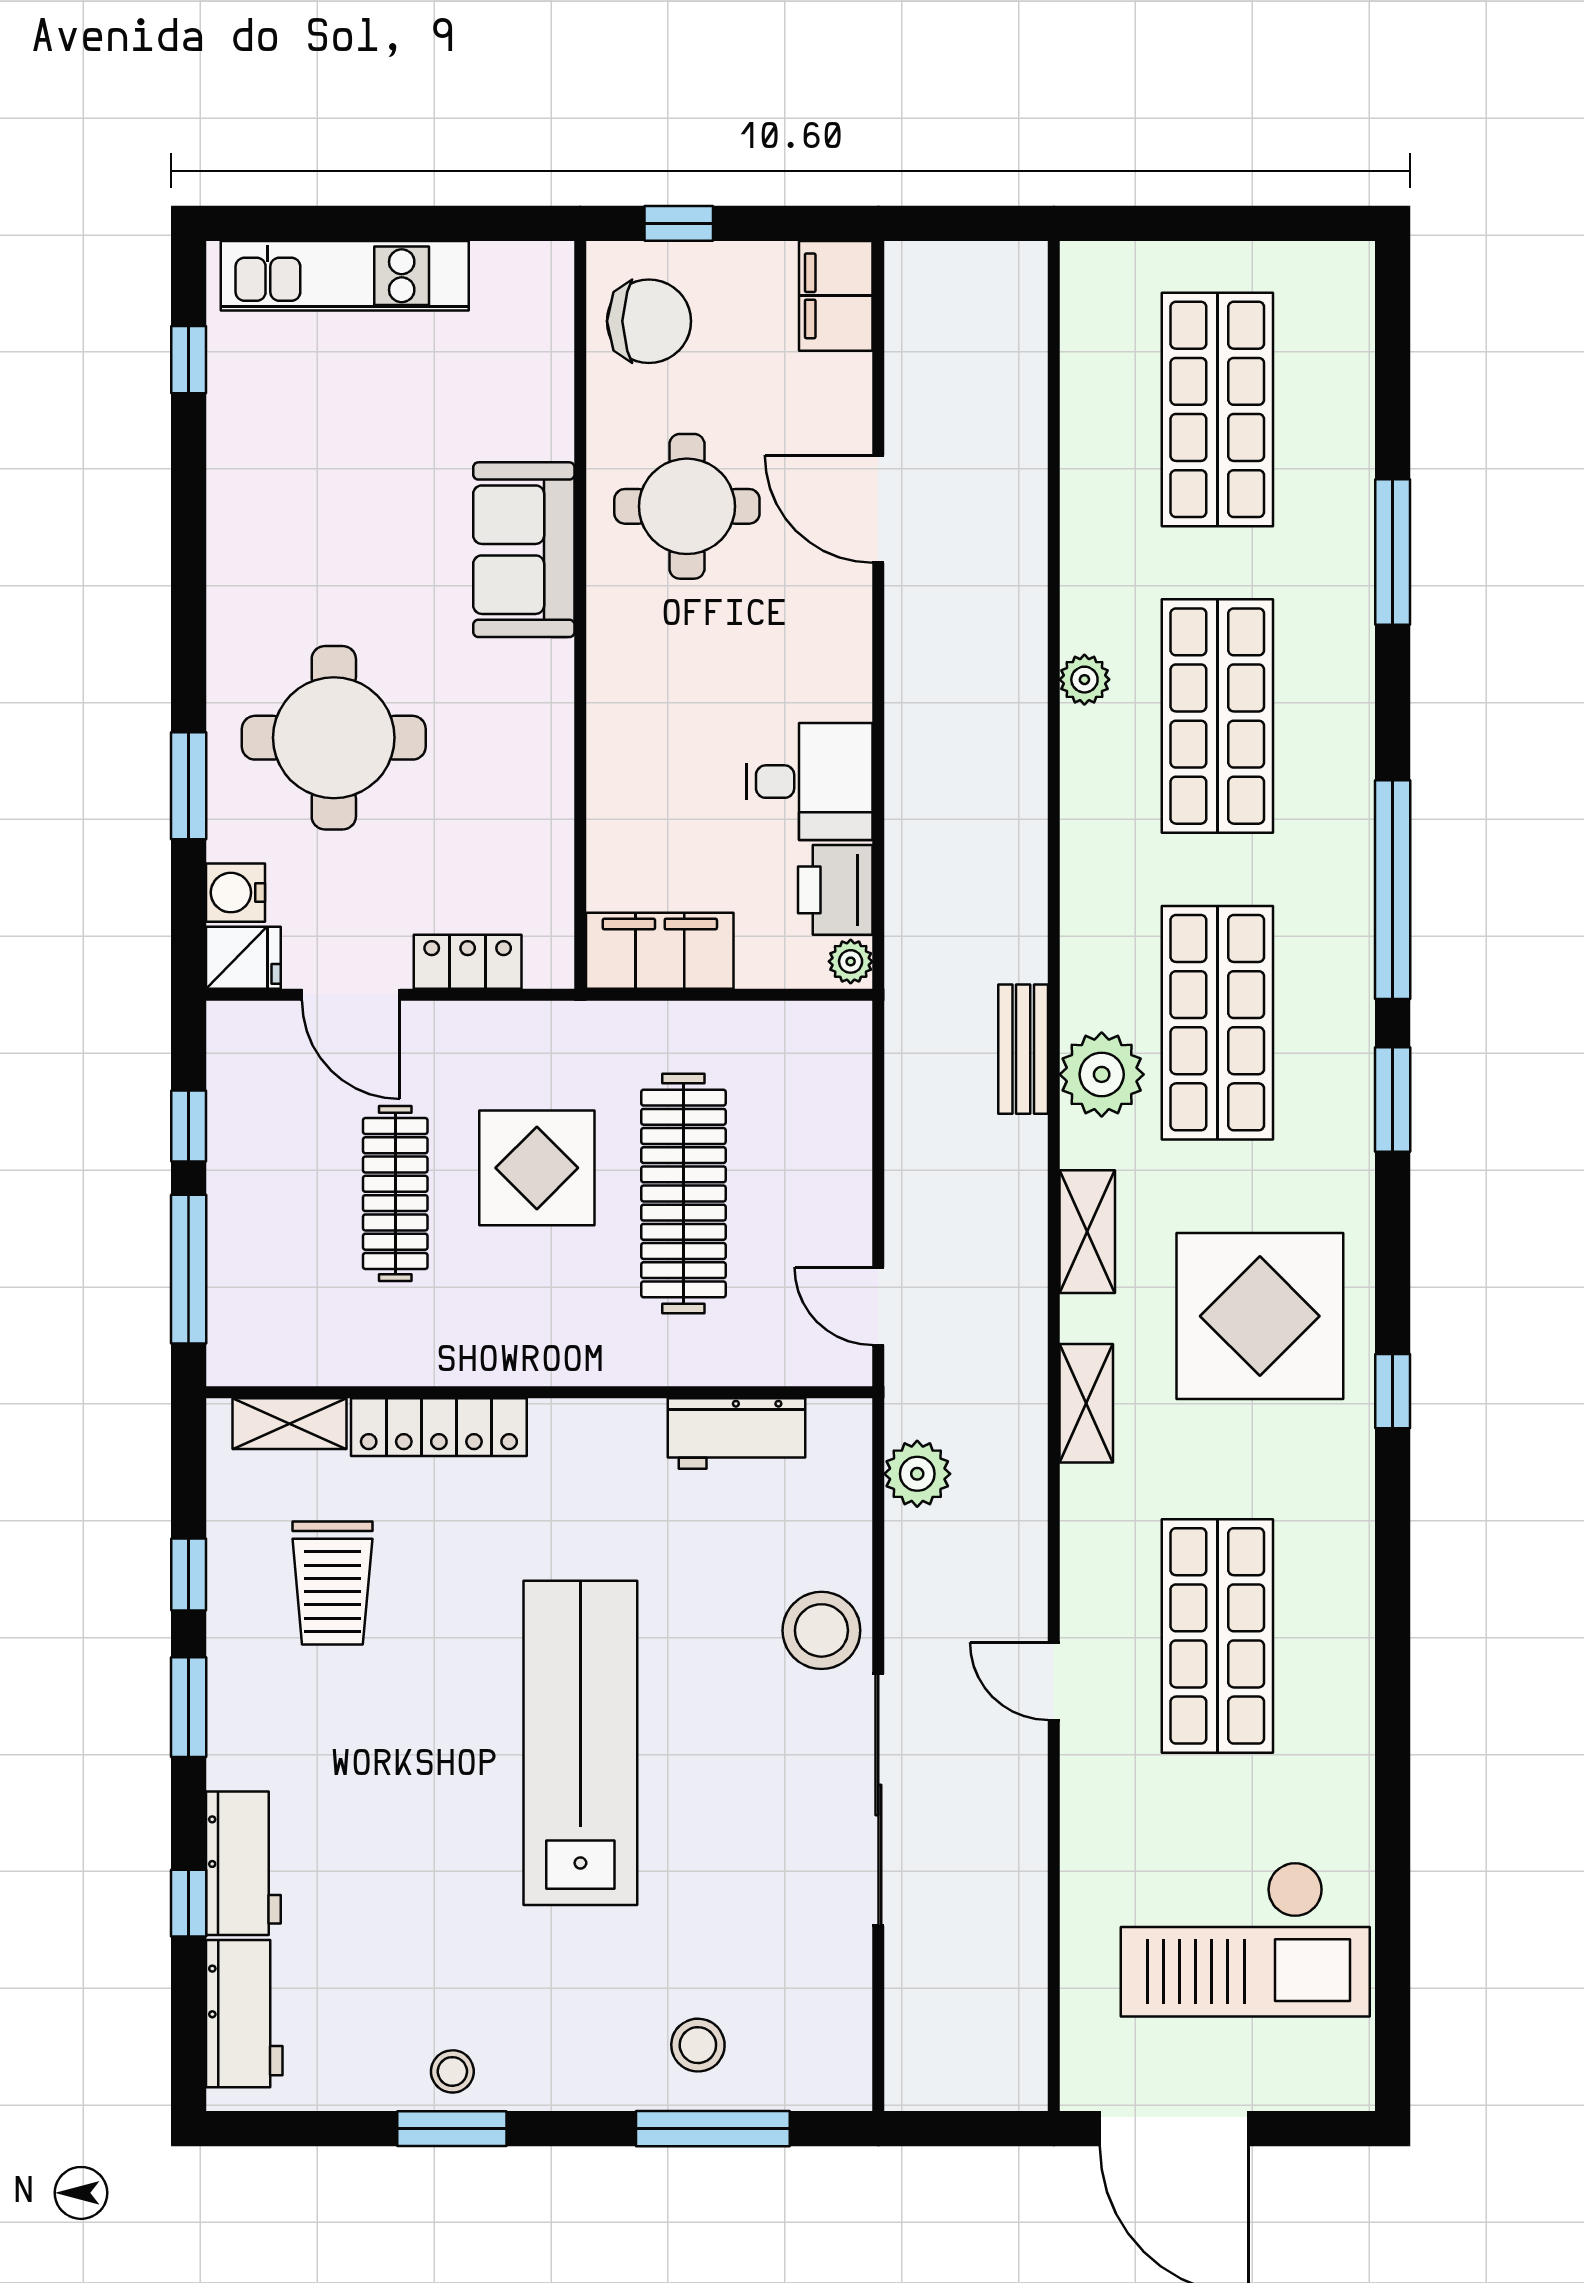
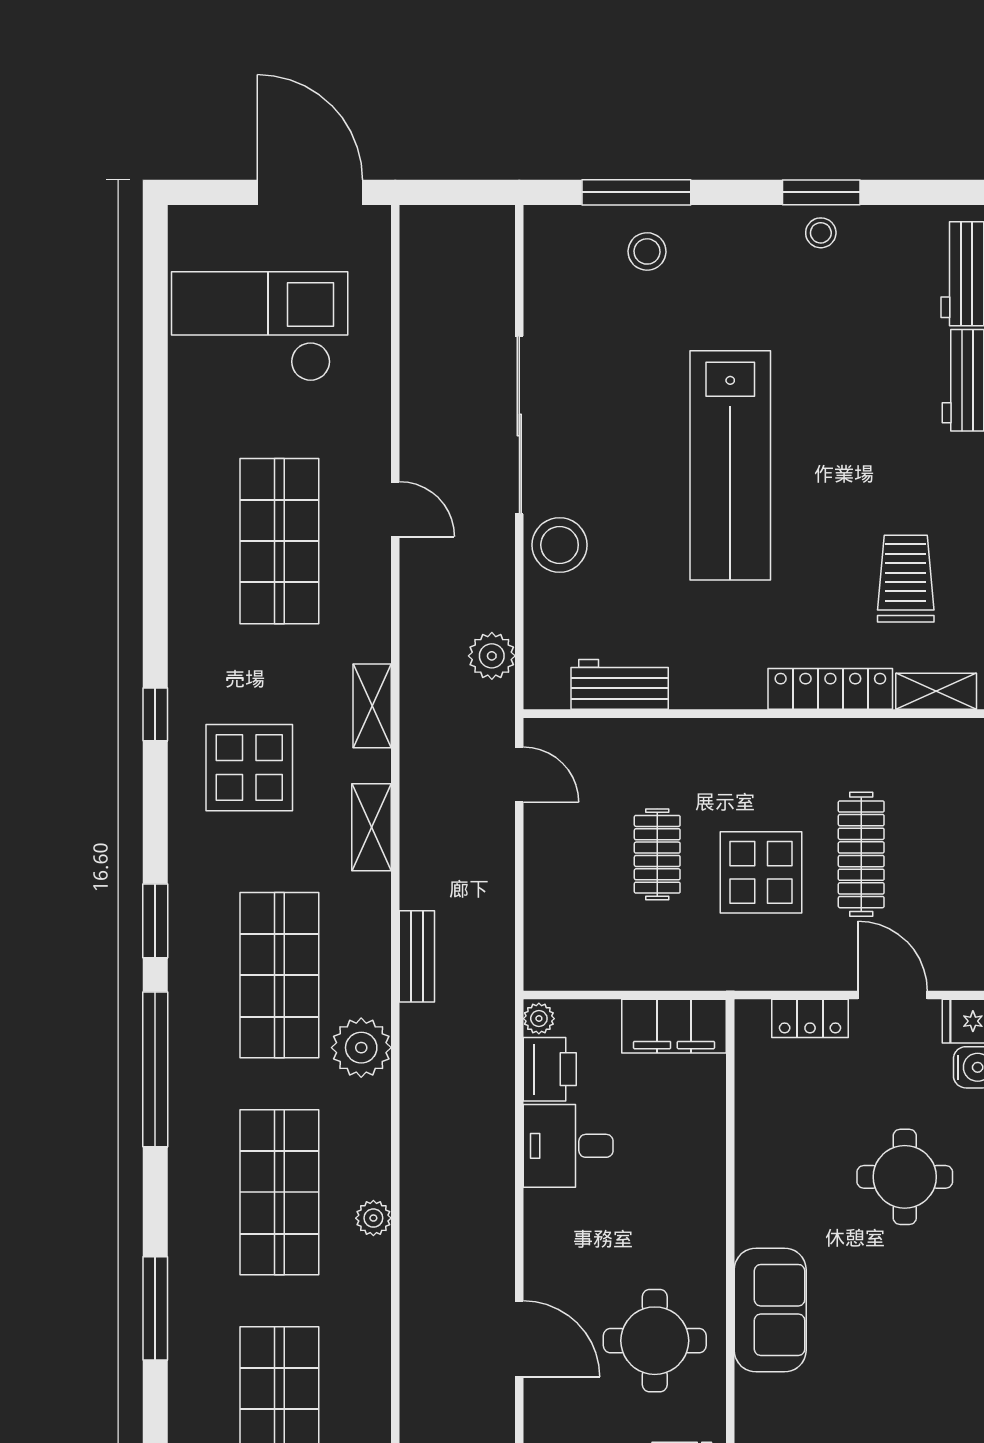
round table: (334, 738) -> (905, 1177), width x0.73, depth x0.73
plant: (1102, 1074) -> (361, 1048), moved
clothes rail: (683, 1193) -> (657, 854), width x0.54, depth x0.76
display table: (1260, 1316) -> (249, 768), width x0.73, depth x0.73

